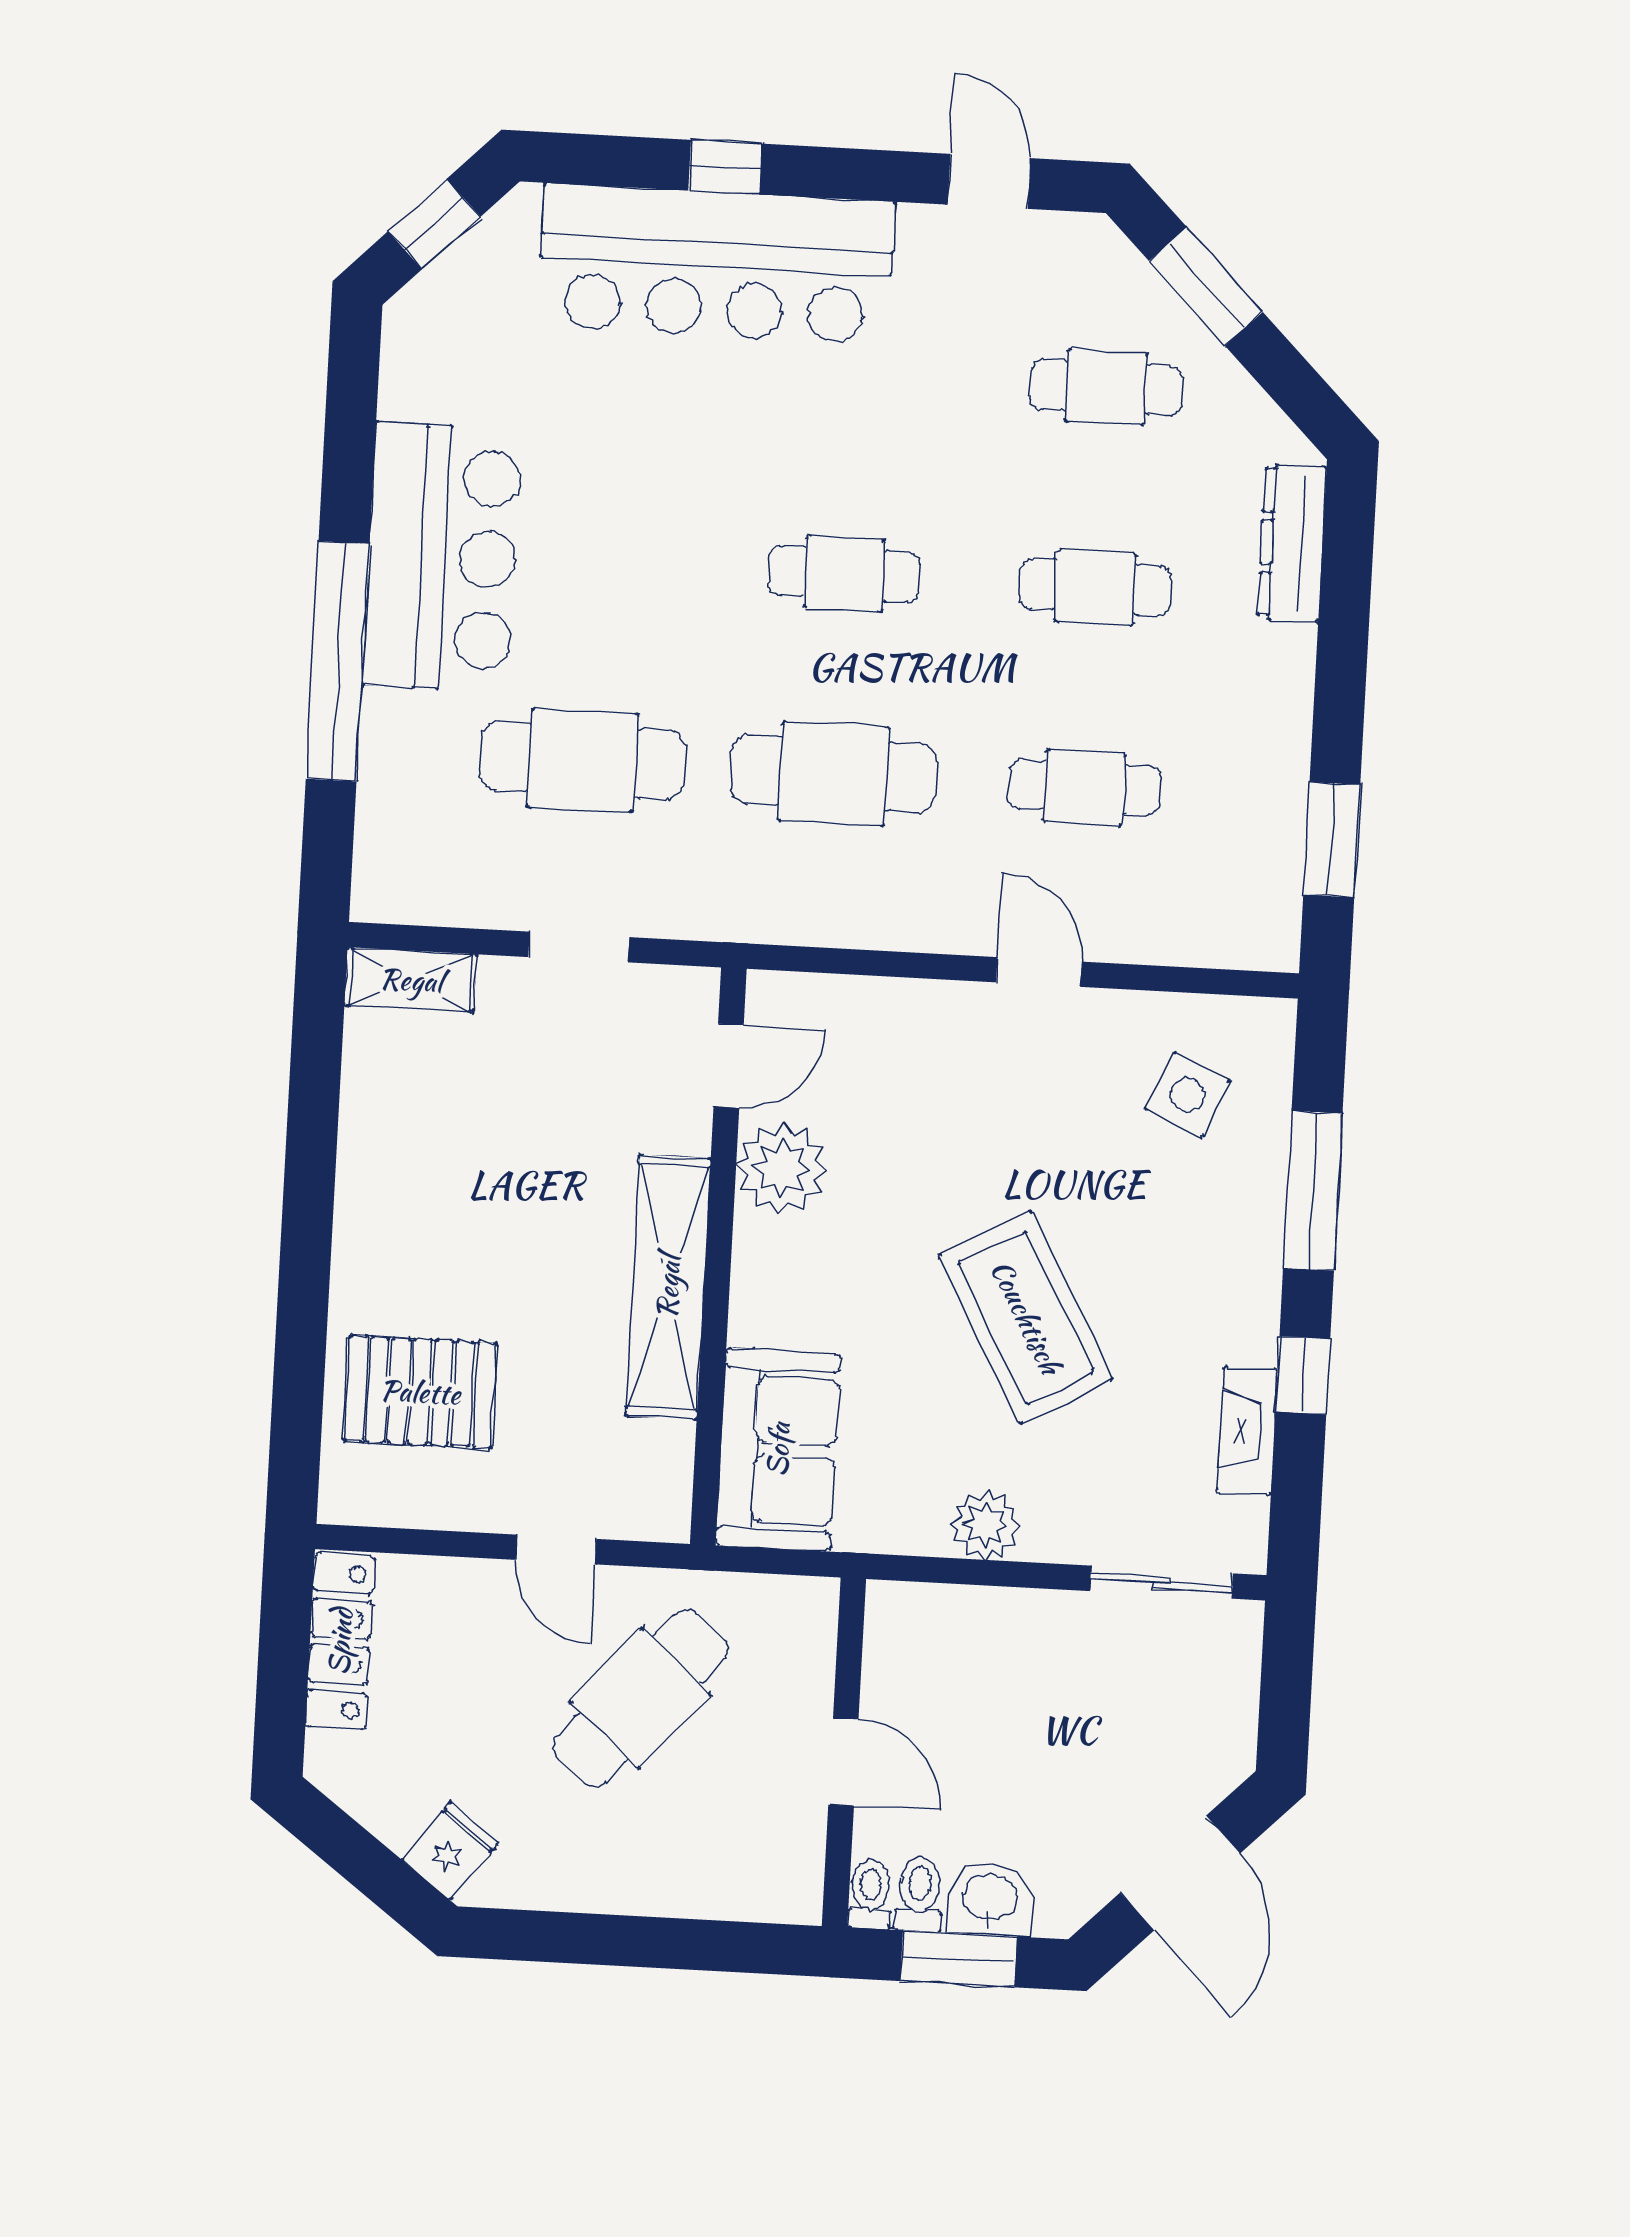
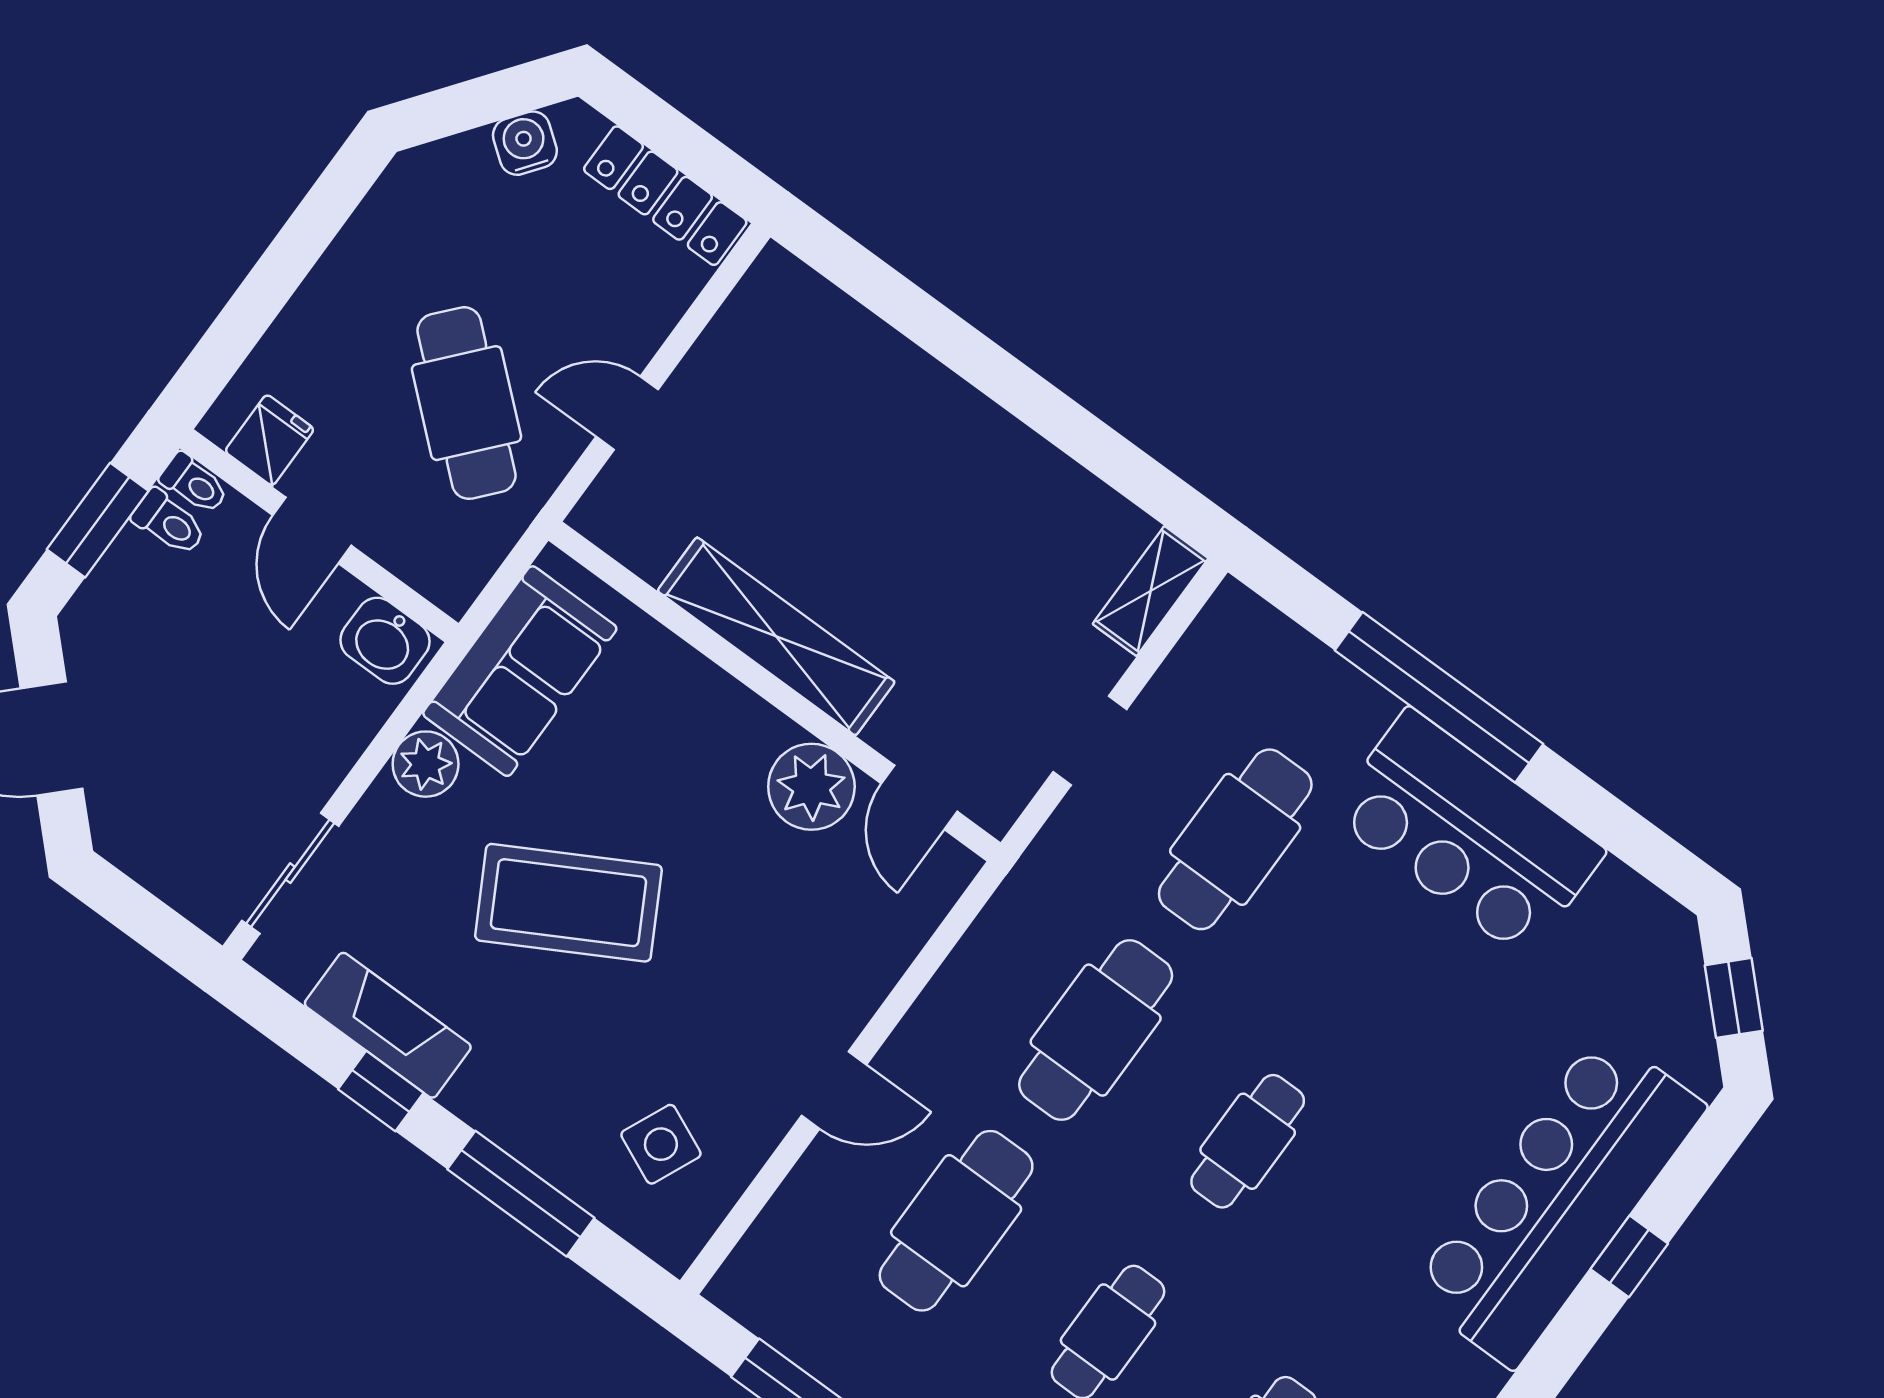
cafe table: (1084, 787) -> (956, 1221), width x1.37, depth x1.35
pallet: (420, 1392) -> (821, 387), removed
fireplace: (1248, 1431) -> (388, 1025), width x1.37, depth x1.32
sofa: (778, 1450) -> (520, 671), moved, turned -90
door: (843, 1762) -> (312, 530), hinge flipped
water cooler: (375, 1797) -> (525, 143), added
fridge: (451, 1851) -> (269, 440), moved, turned -127
washbasin: (990, 1899) -> (385, 641), moved, turned 90

